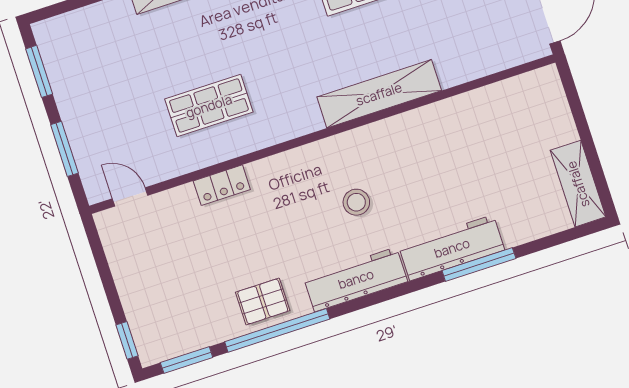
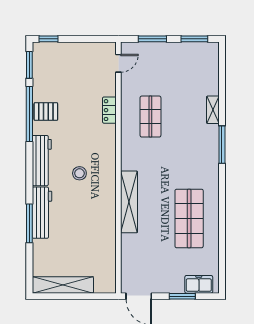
shelving: (578, 184) -> (63, 285), width x1.47
pallet: (263, 301) -> (46, 112), turned 90

